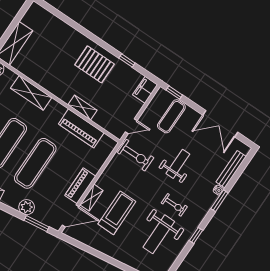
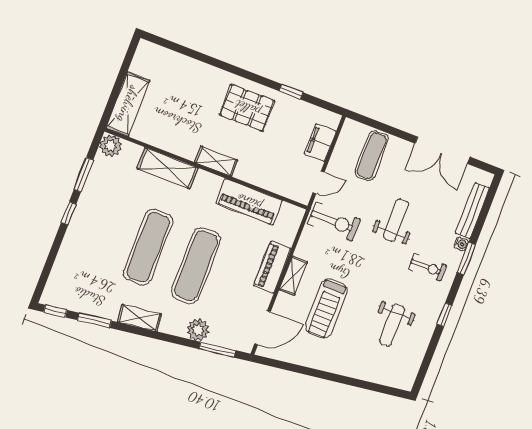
filing cabinet: (145, 90) -> (320, 143), moved
window: (174, 93) -> (368, 121), removed
shelving: (83, 107) -> (216, 161), moved
piano: (80, 186) -> (272, 267), moved
shelving: (91, 198) -> (293, 276), moved
exercise bike: (174, 205) -> (427, 267), moved
treadmill: (117, 213) -> (326, 309), turned 180
weight bench: (159, 234) -> (392, 325), width x0.73, depth x0.75

